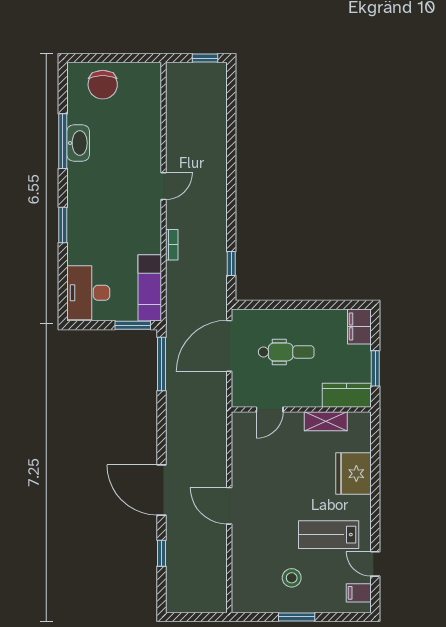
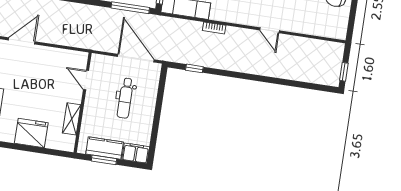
door: (164, 186) -> (270, 30), moved
kitchen counter: (347, 395) -> (105, 148), moved, turned -90

